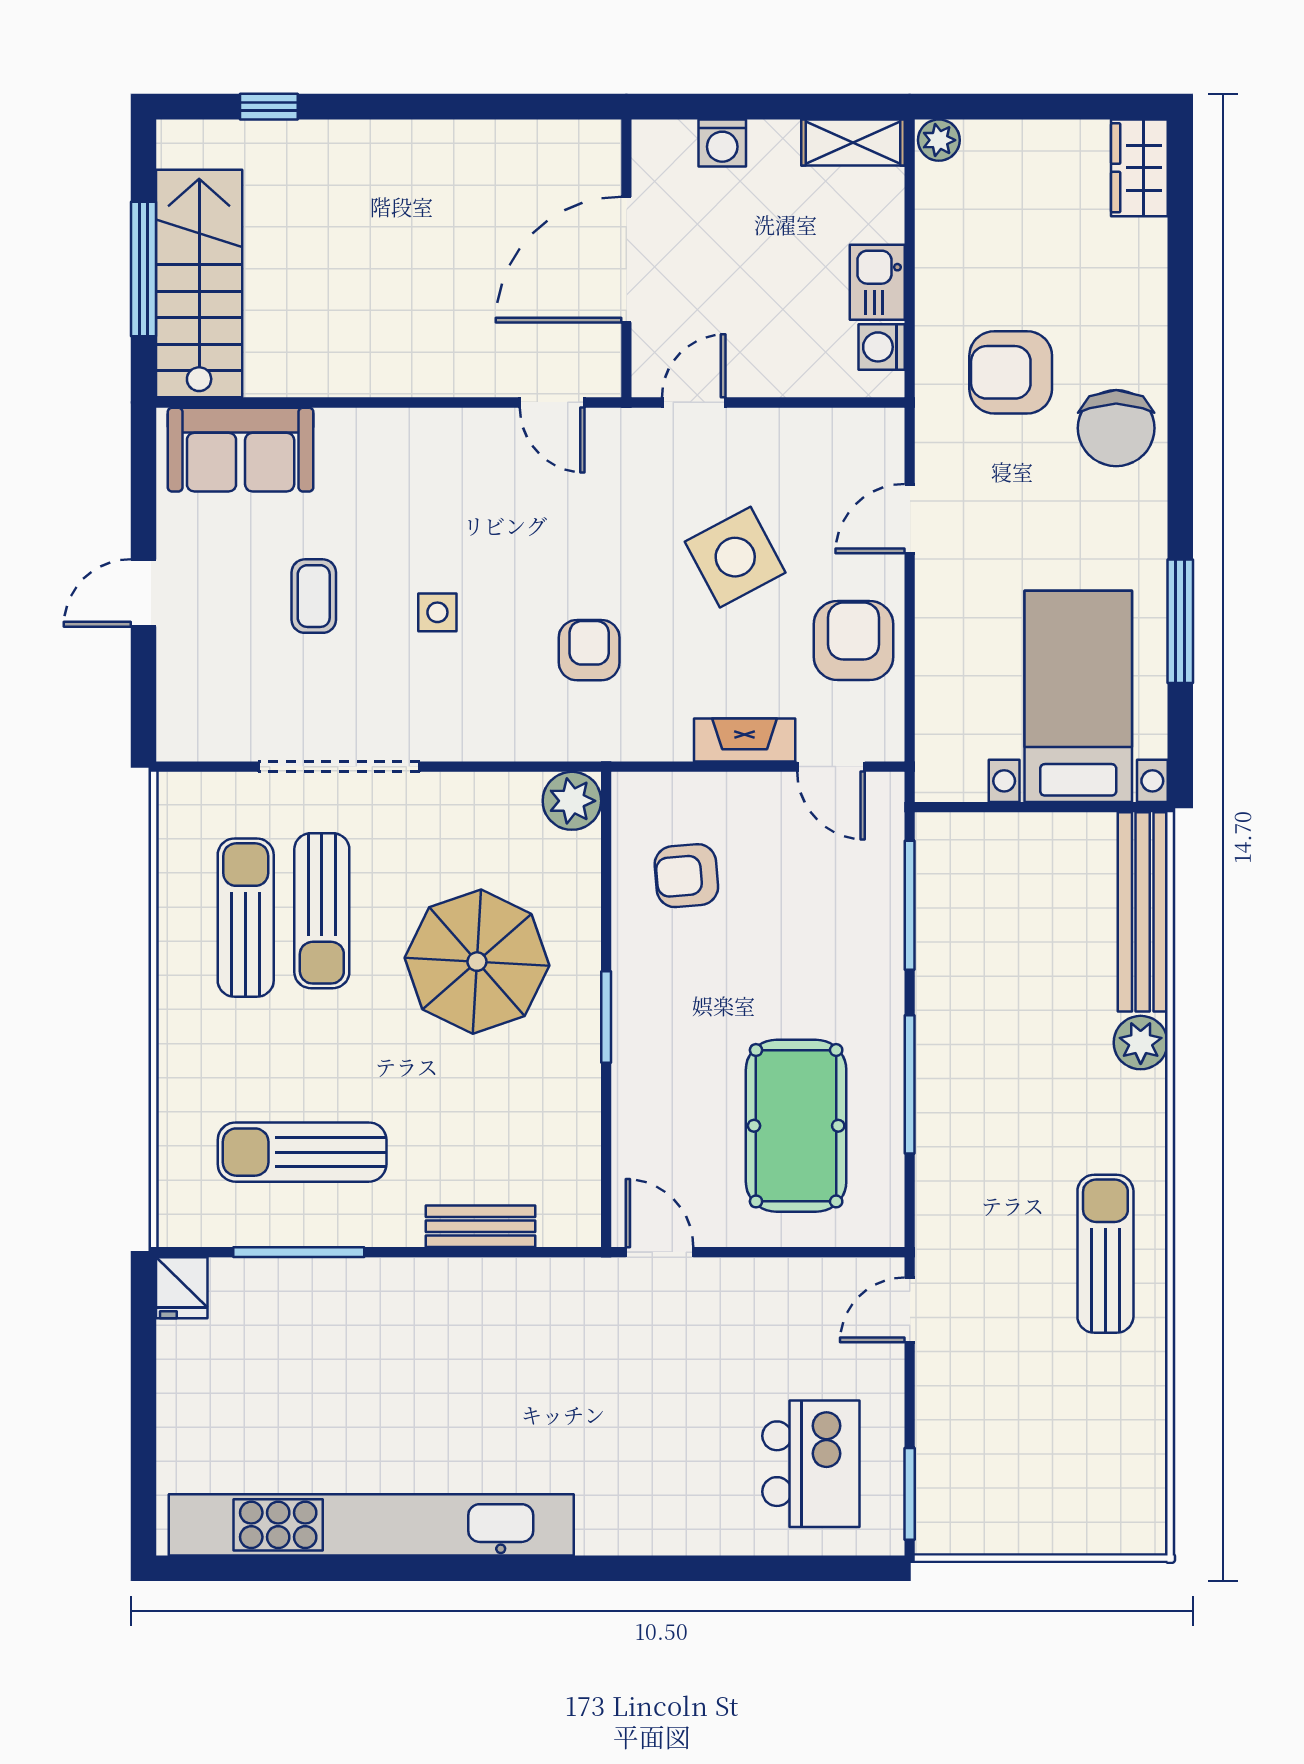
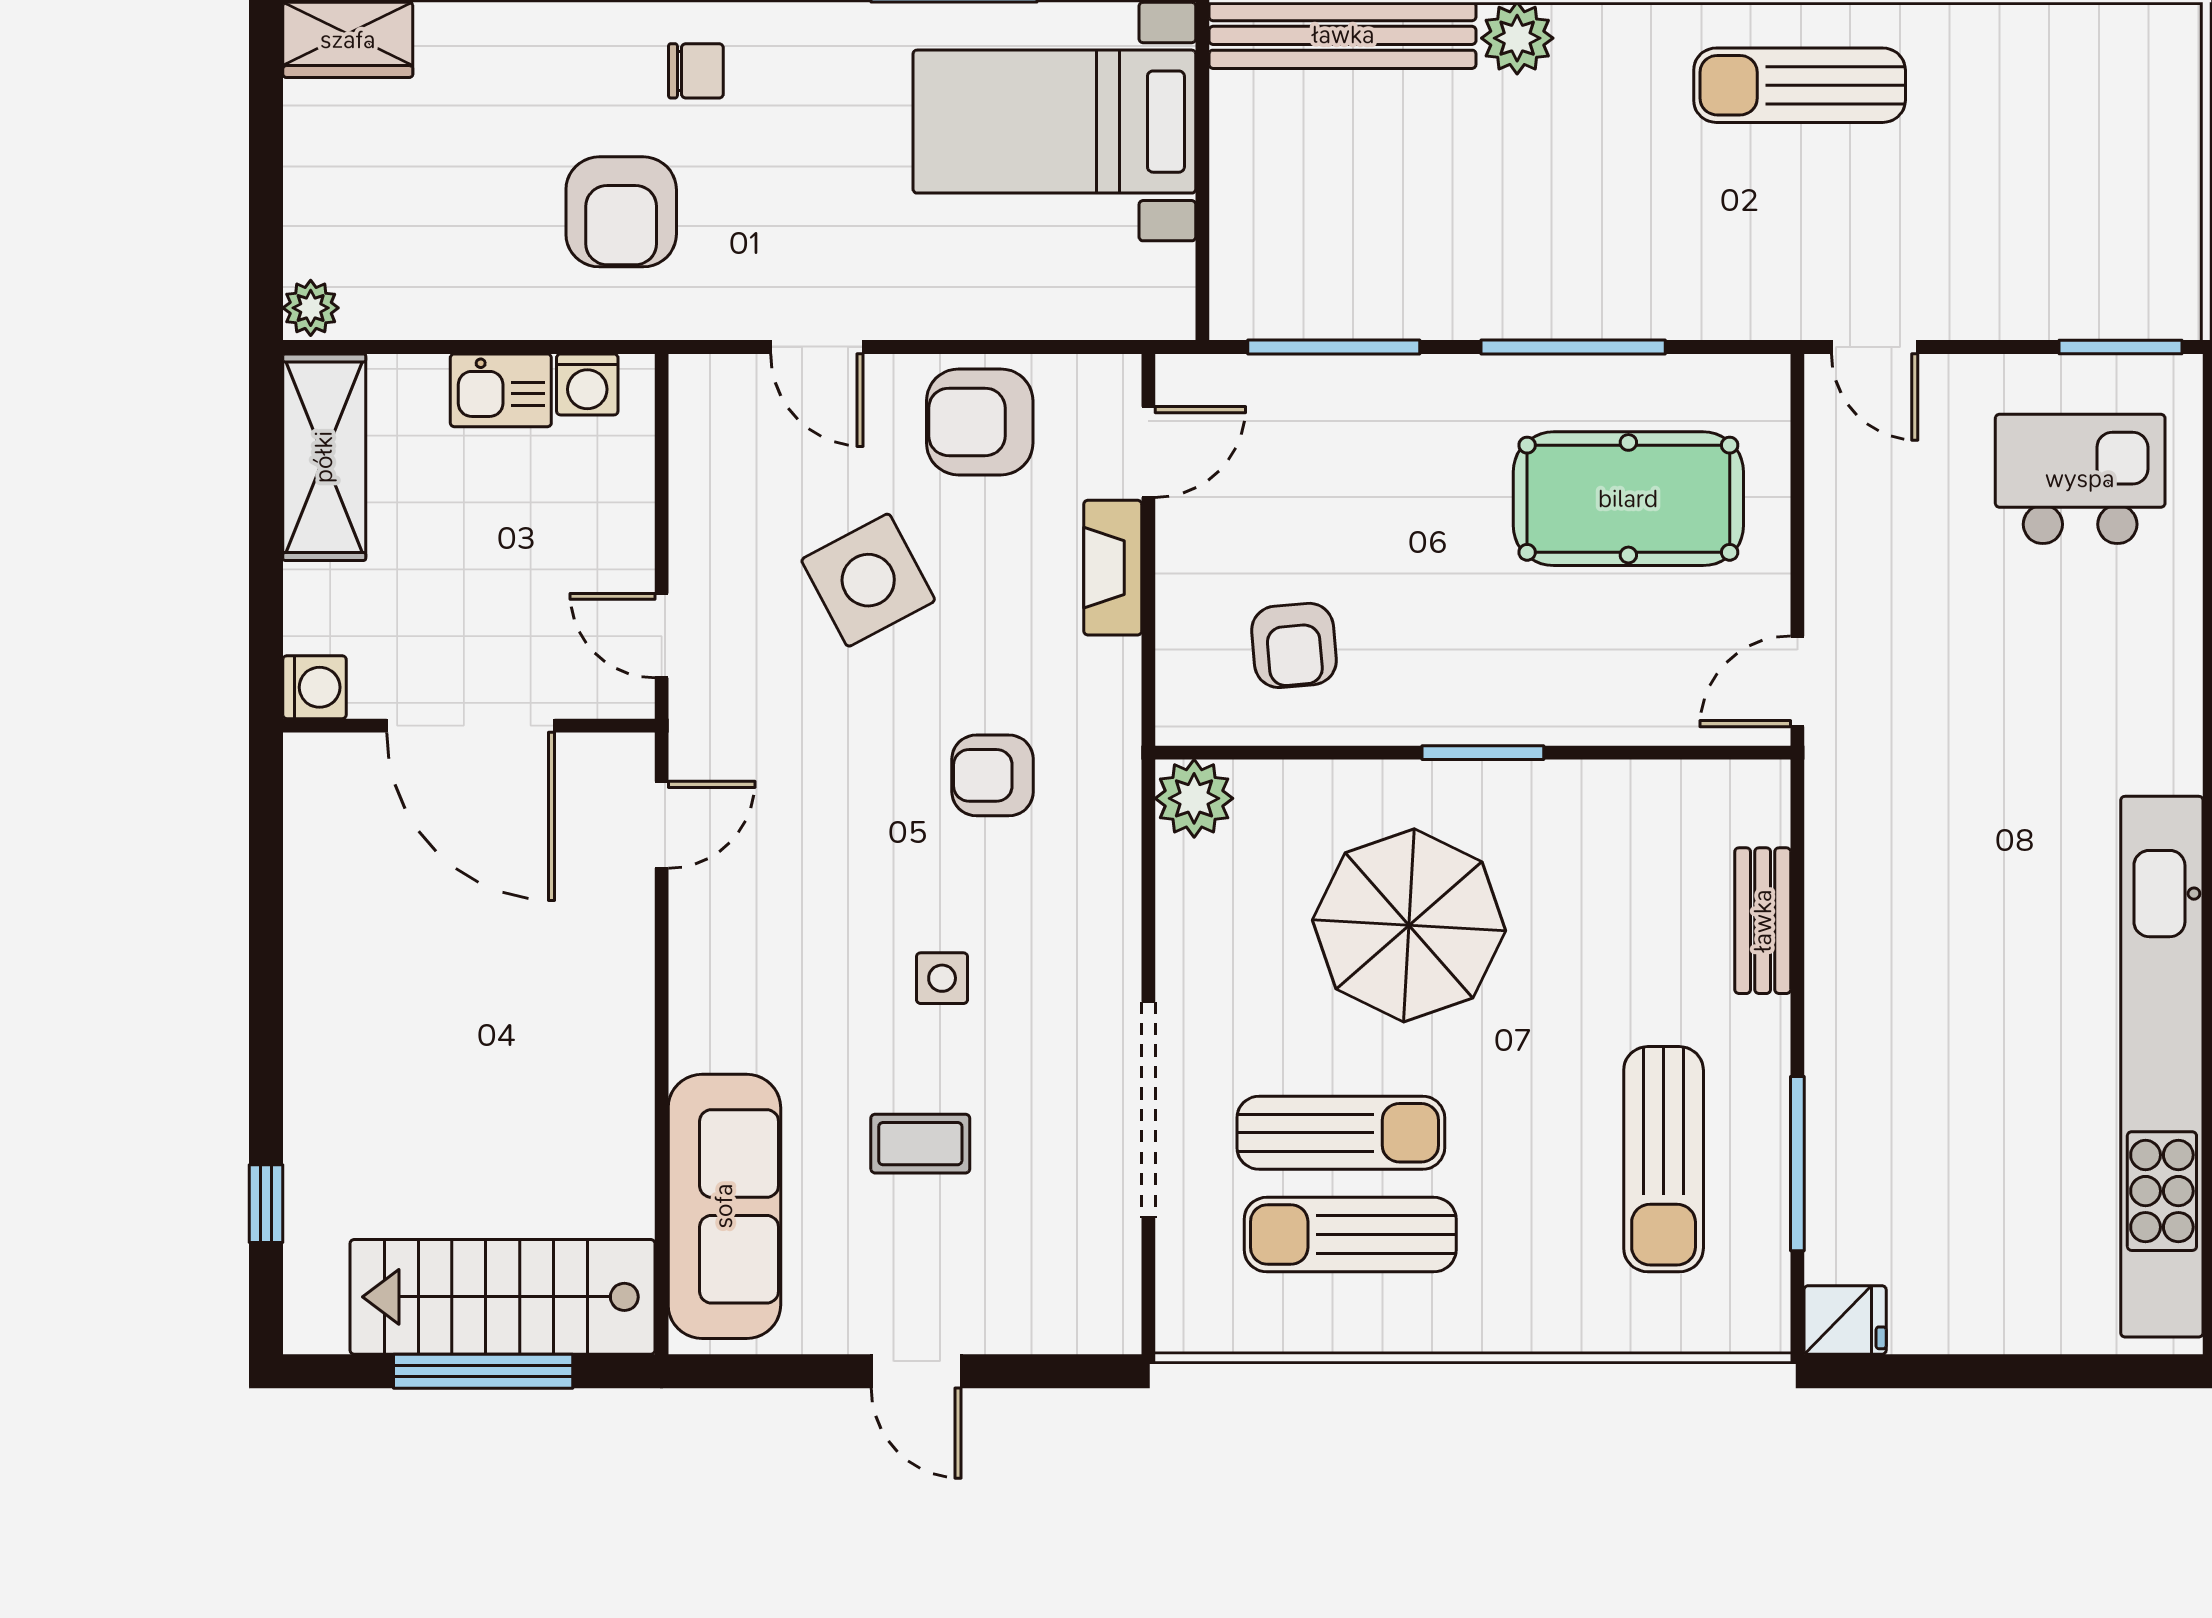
shelving: (853, 142) -> (324, 457), width x1.50, depth x1.33
washing machine: (722, 143) -> (314, 687), moved
chair: (1116, 428) -> (696, 71), width x0.54, depth x0.54
sofa: (241, 450) -> (724, 1206), width x1.36

